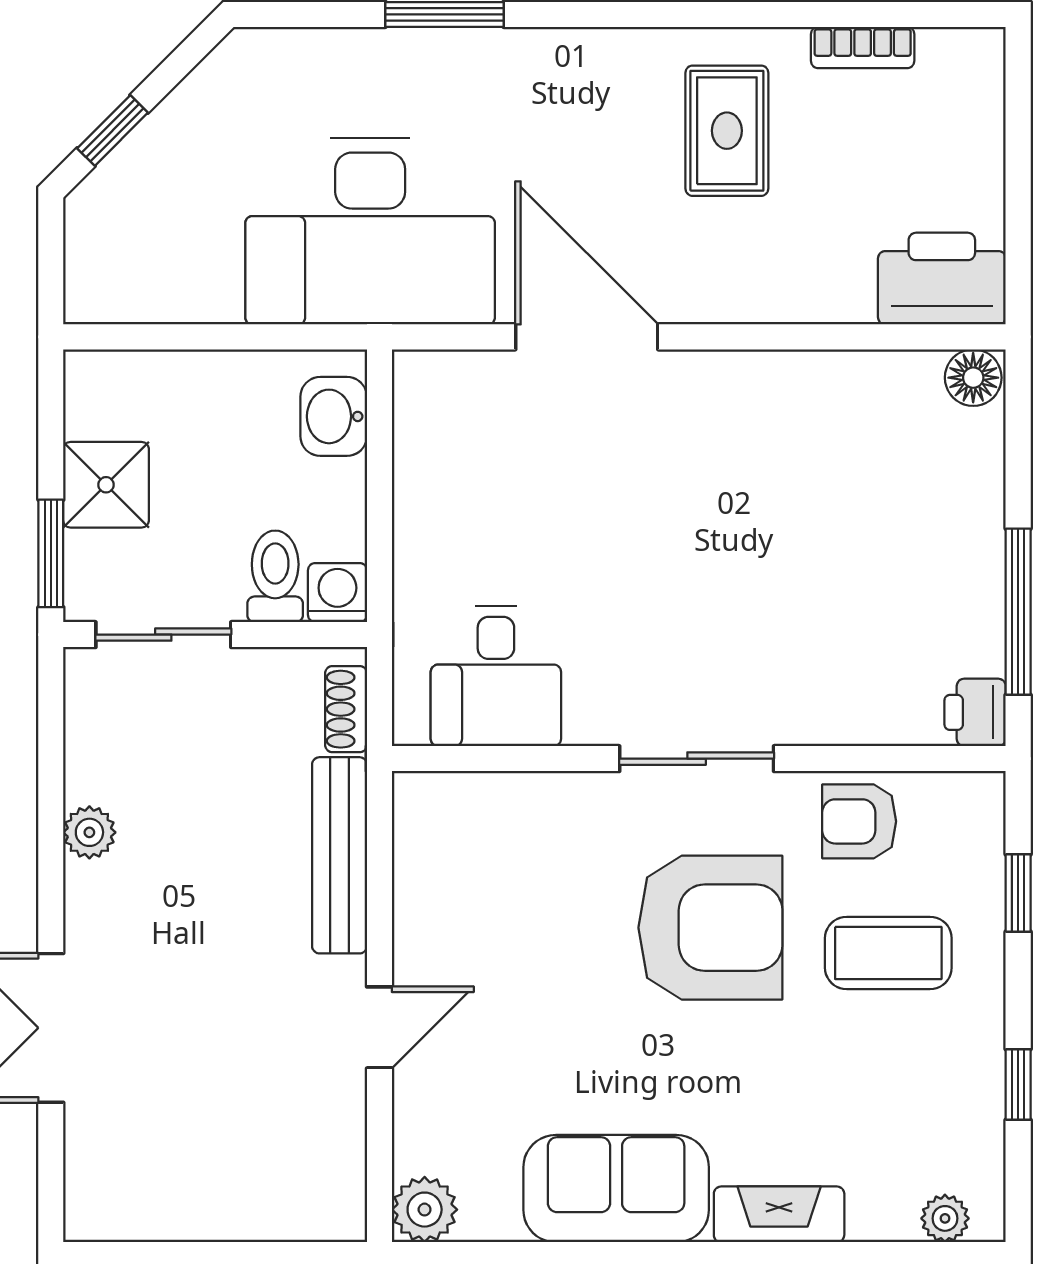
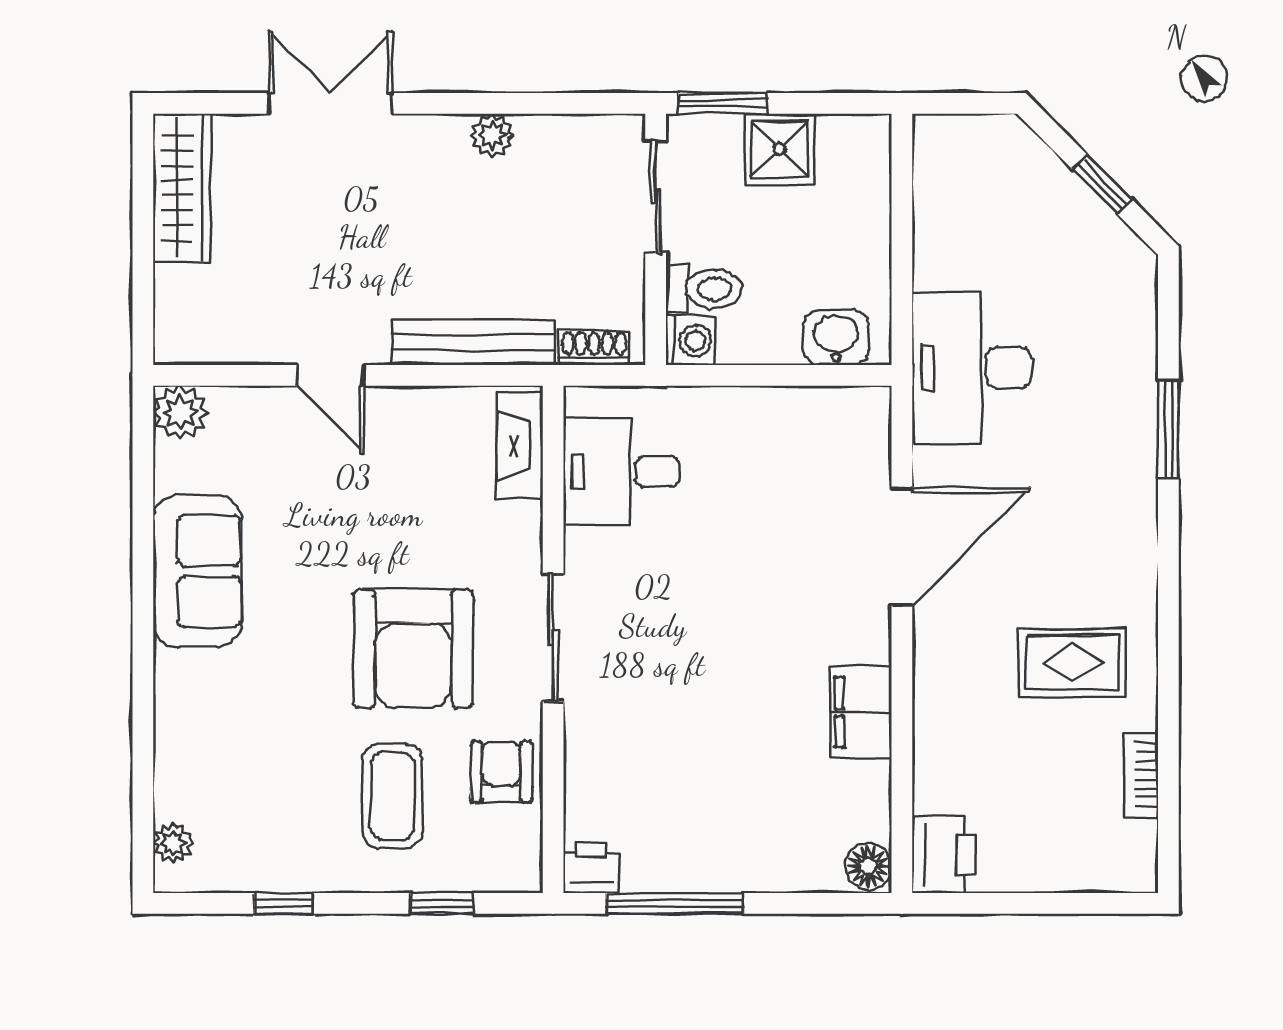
window: (113, 130) -> (1102, 184), moved
desk: (370, 231) -> (971, 368), width x0.73, depth x0.77
printer: (942, 279) -> (944, 855), width x0.73, depth x0.84
filing cabinet: (787, 386) -> (861, 712), added
wardrobe: (153, 1208) -> (182, 188), added
fireplace: (779, 1214) -> (520, 445), moved, turned 180

